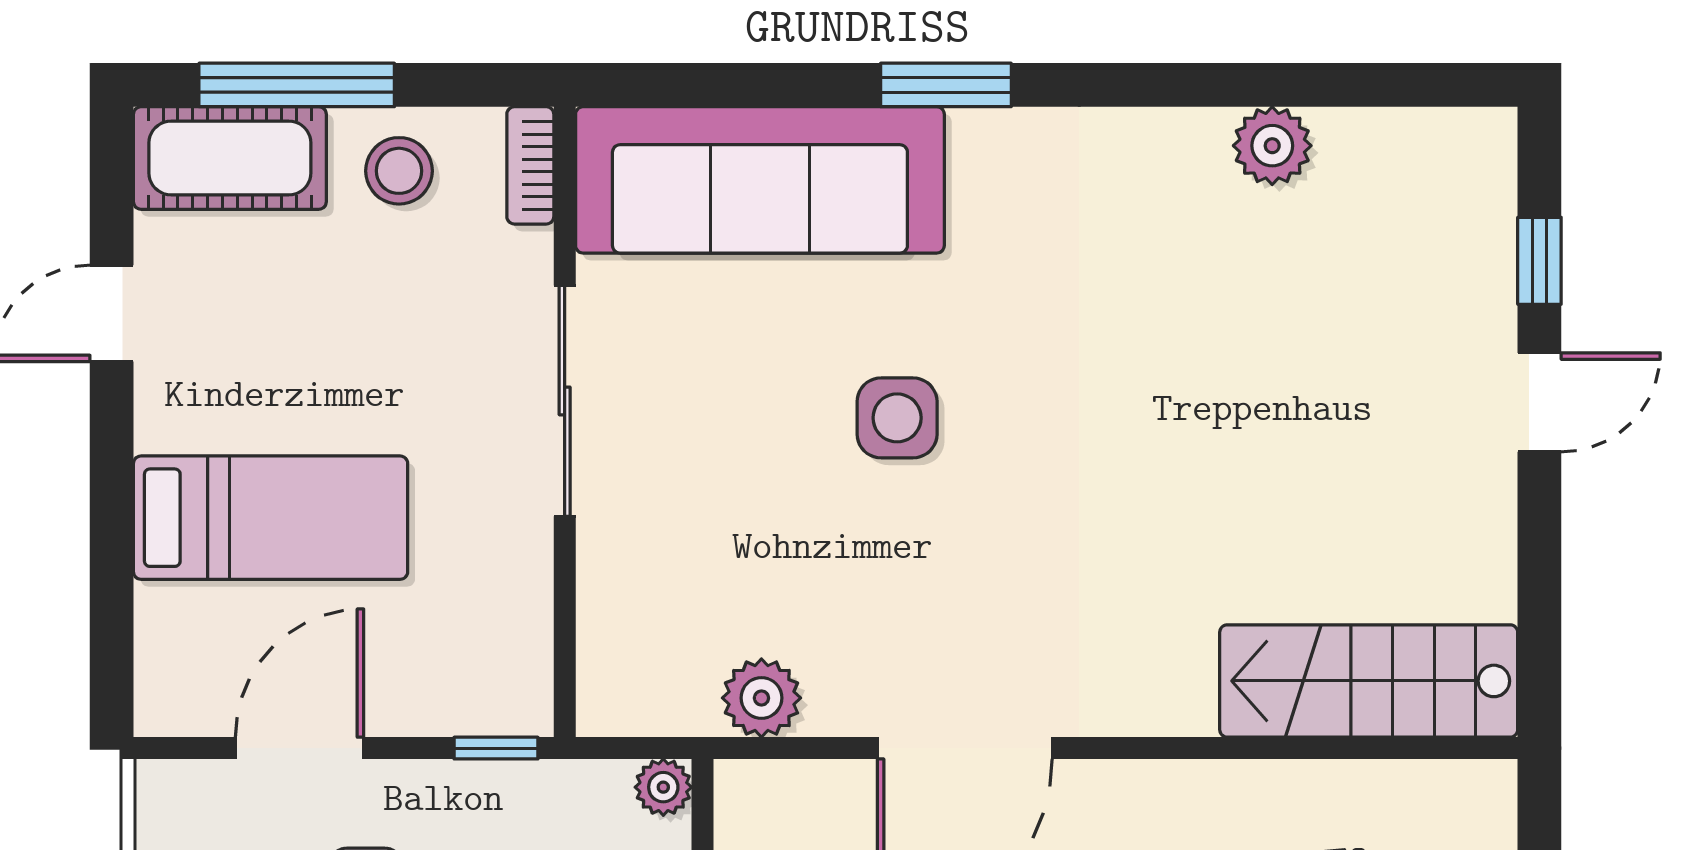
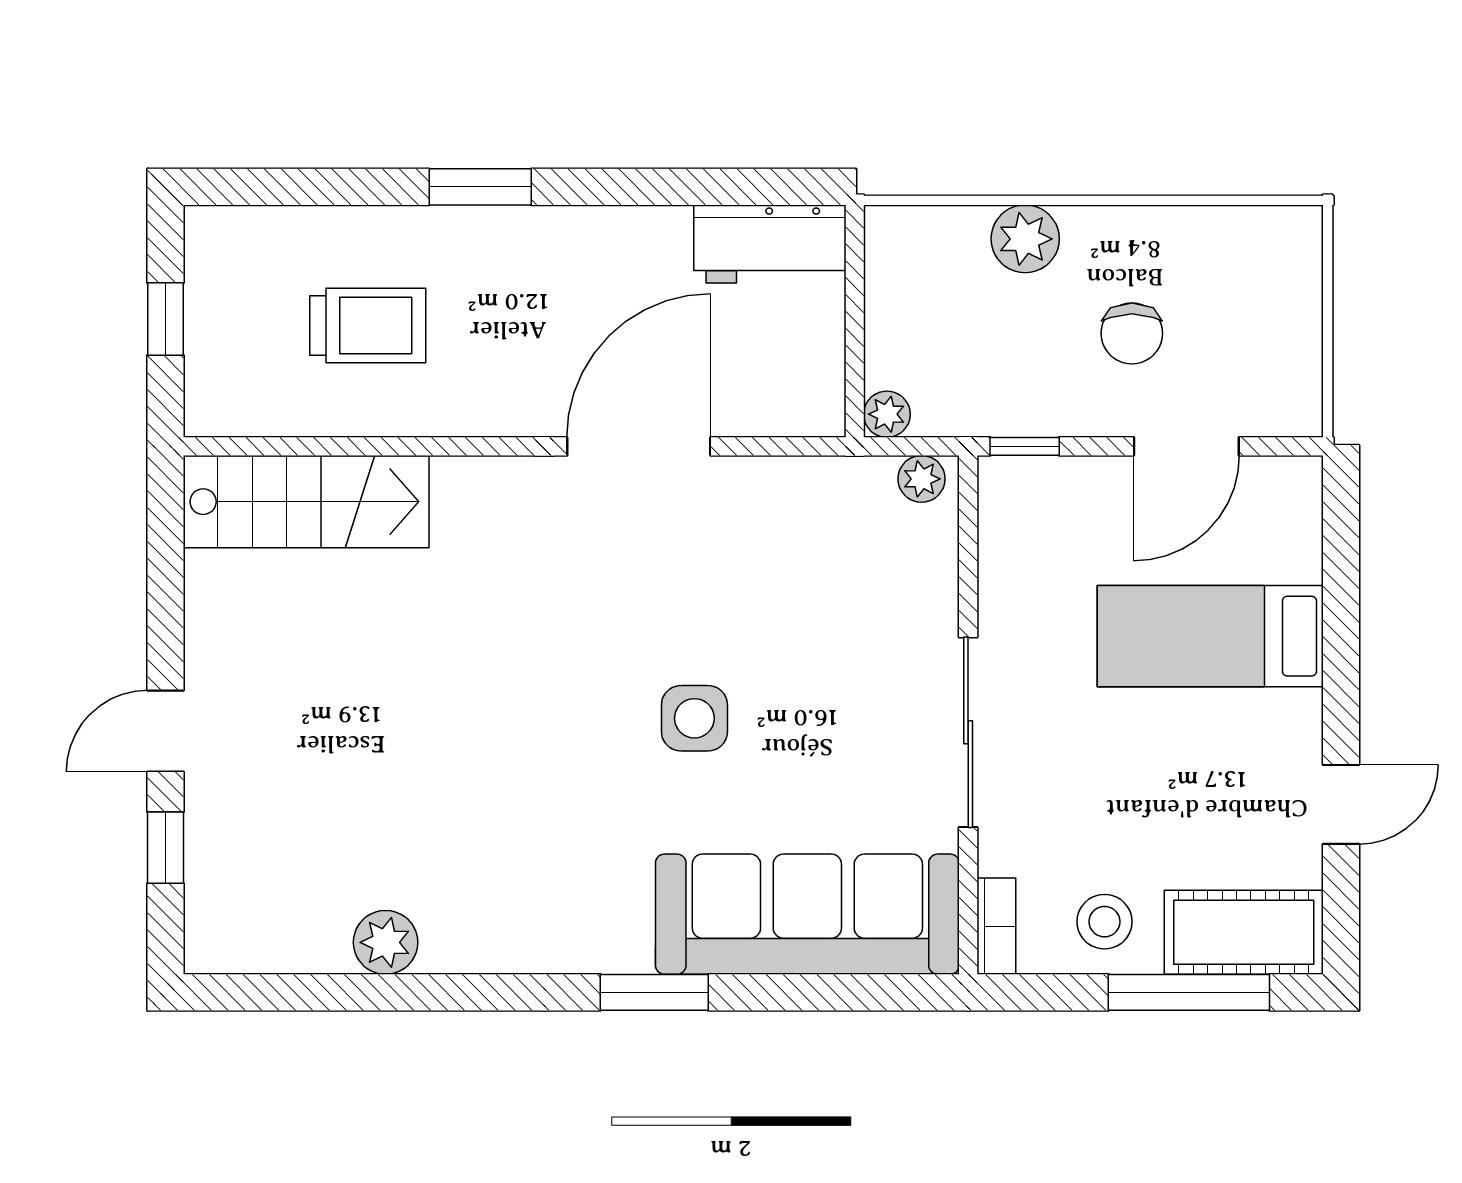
plant: (761, 698) -> (922, 479), moved, width x0.73, depth x0.73

